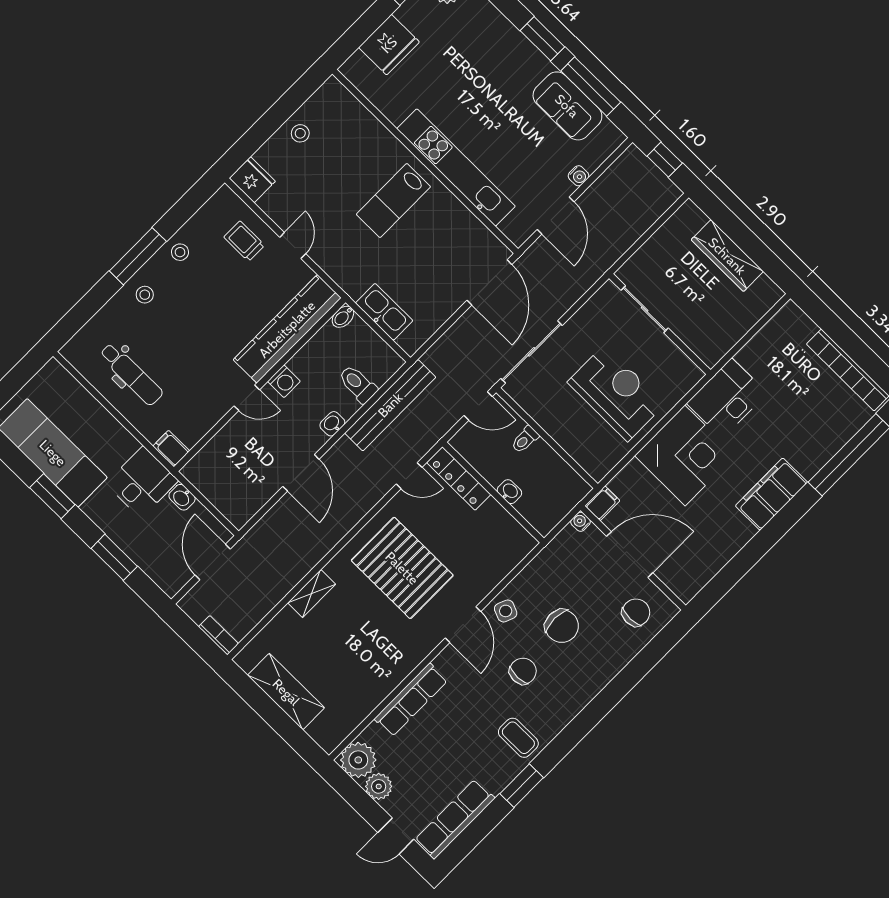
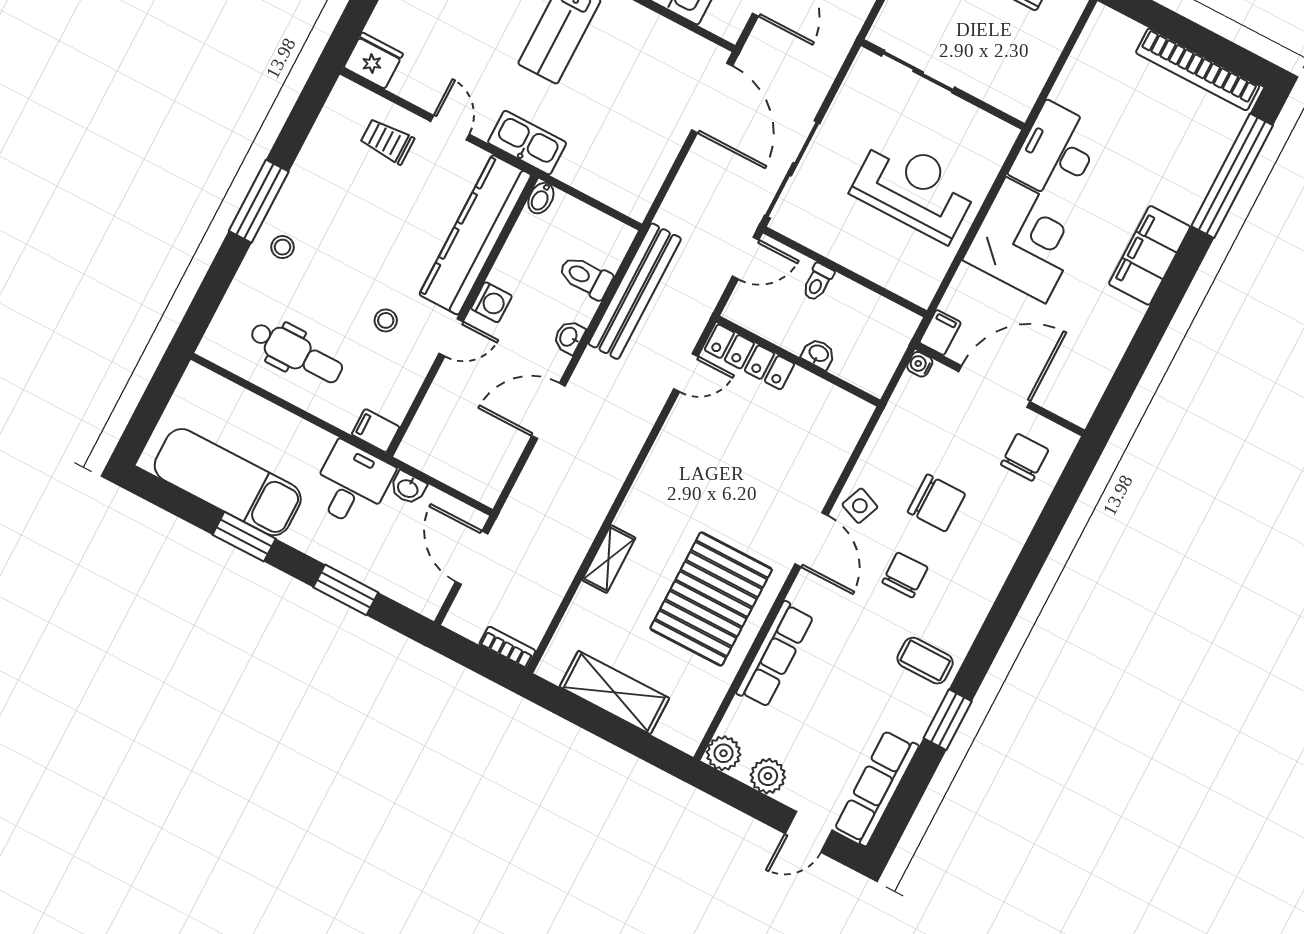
stool: (180, 252) -> (386, 320), moved
kitchen sink: (384, 312) -> (527, 143), moved
door: (301, 473) -> (548, 411), swing flipped
pallet: (402, 568) -> (711, 599), moved, turned 90
plant: (358, 760) -> (724, 753), width x0.73, depth x0.73

